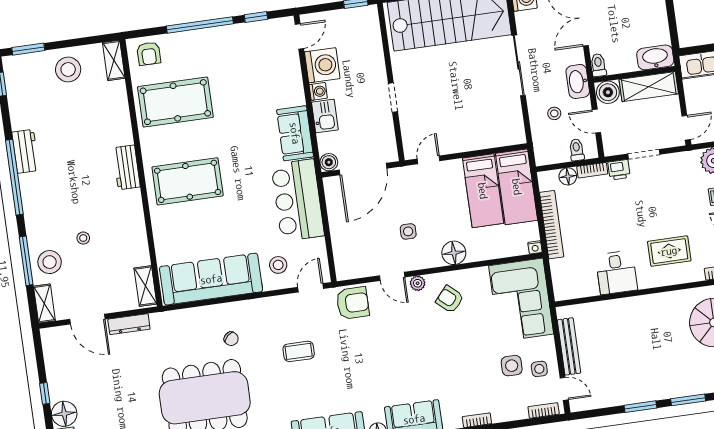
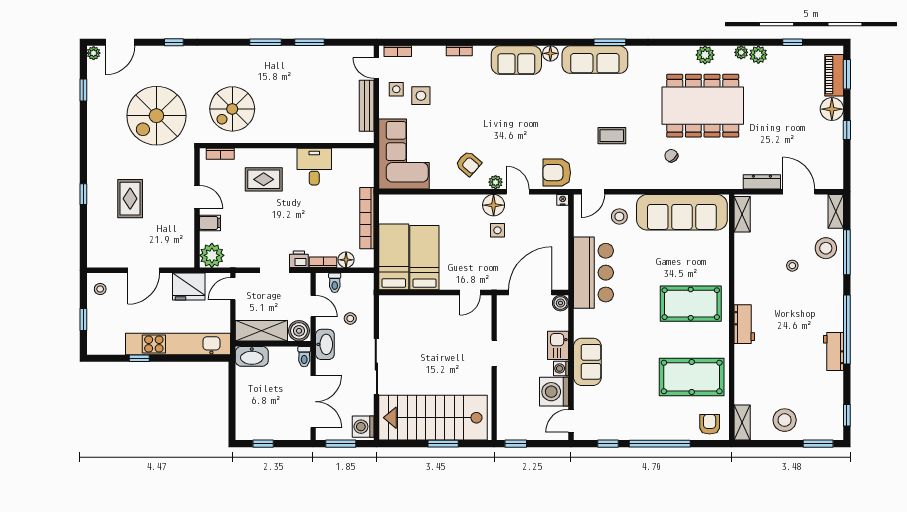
sofa: (295, 133) -> (587, 362), moved
nightstand: (535, 247) -> (563, 200), moved
floor lamp: (454, 253) -> (494, 205), moved

